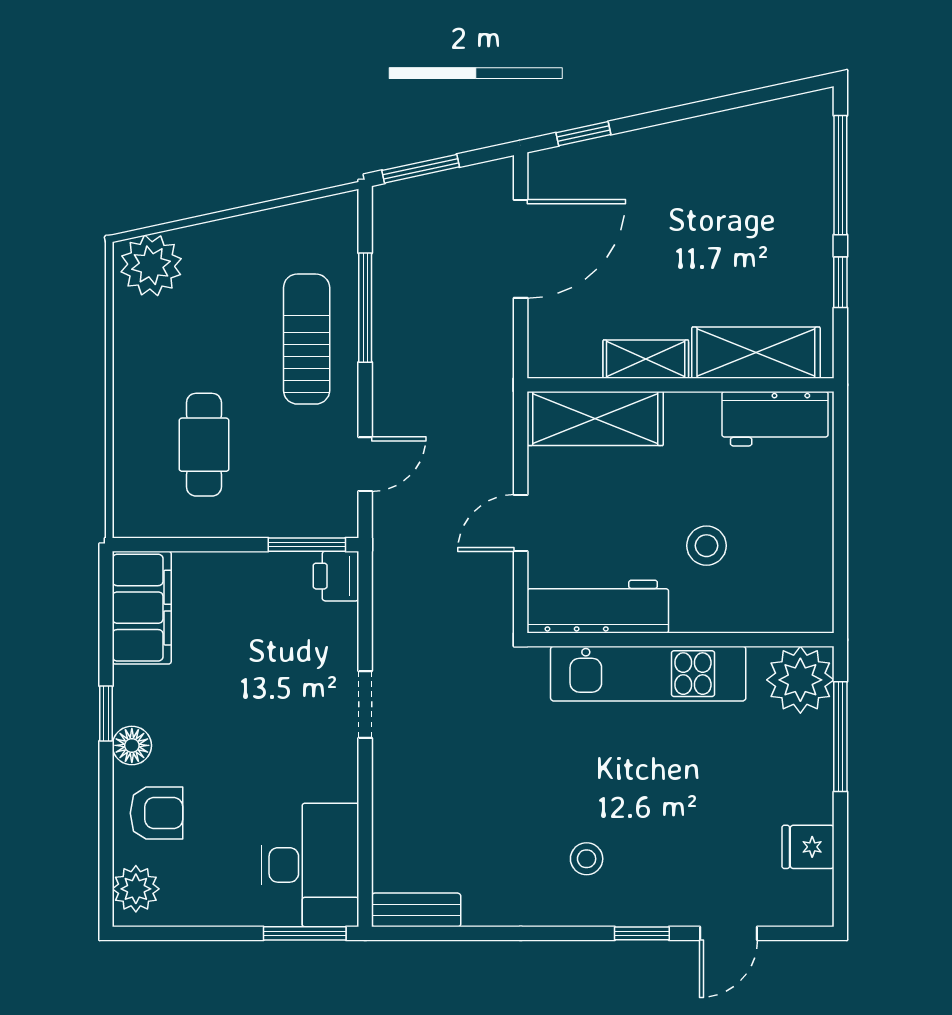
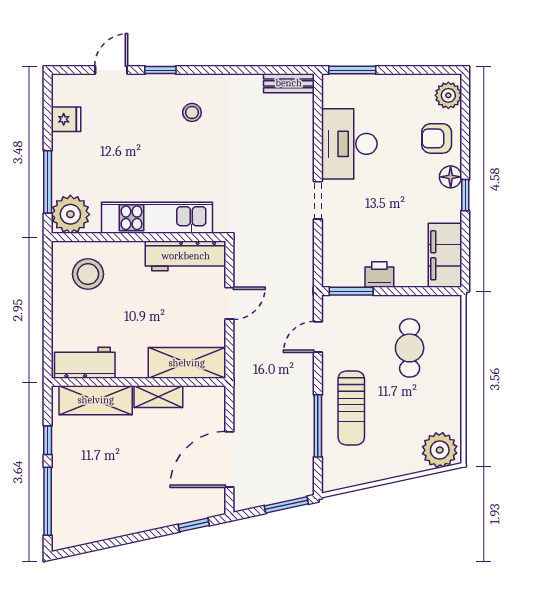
stool: (706, 546) -> (88, 274), moved, width x1.38, depth x1.38
printer: (336, 576) -> (379, 275), moved, turned -90
desk: (310, 865) -> (349, 144), moved

